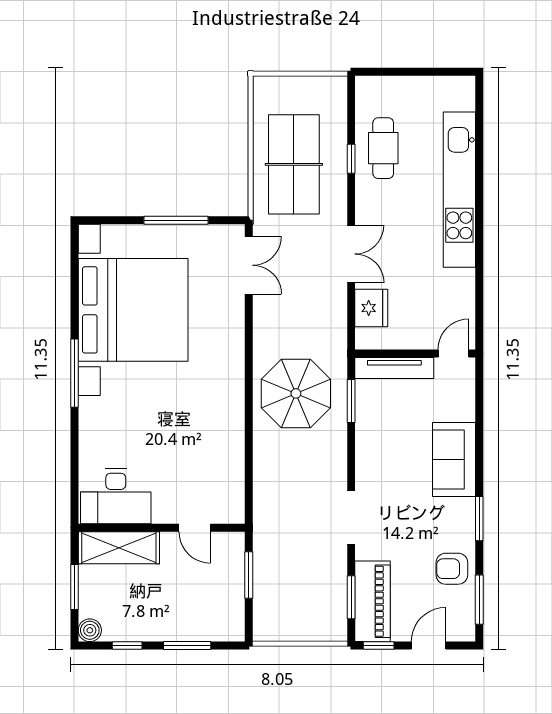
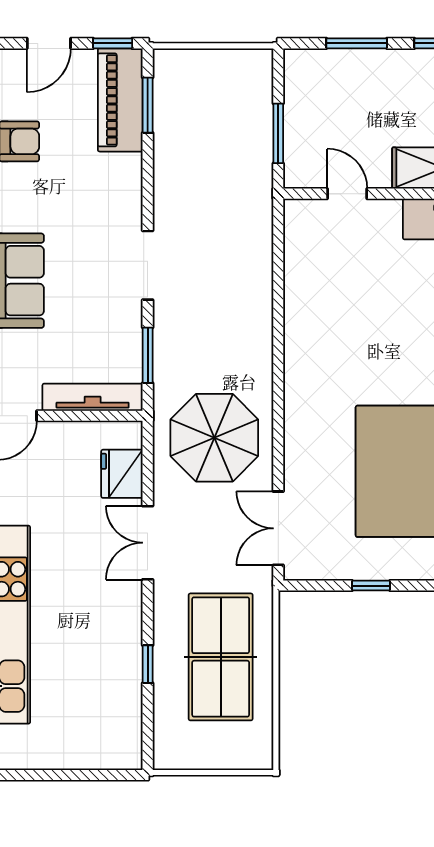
cafe table: (383, 148) -> (107, 678), removed
window: (176, 220) -> (371, 586), width x0.46
parasol: (296, 393) -> (214, 438), moved
doorway: (351, 518) -> (148, 265), moved

